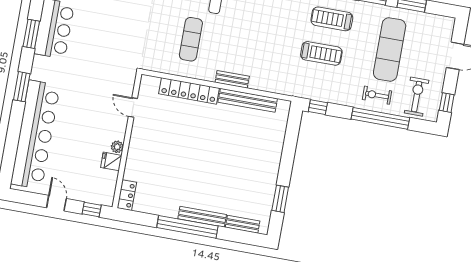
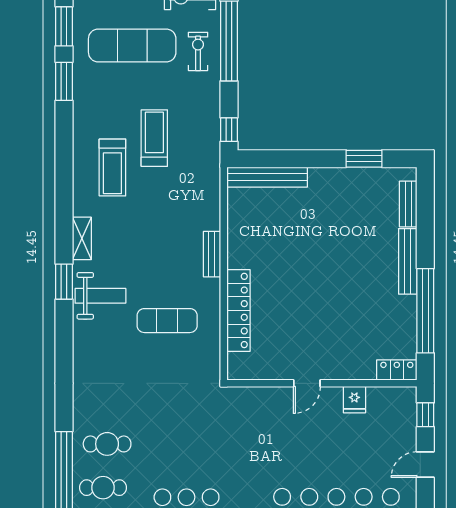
treadmill: (332, 19) -> (112, 168), moved
exercise bike: (377, 95) -> (198, 51), turned 180
bench: (248, 100) -> (267, 177), moved, turned 90
door: (133, 107) -> (307, 383), moved
plant: (117, 147) -> (333, 395), removed
window: (187, 227) -> (425, 311), moved

